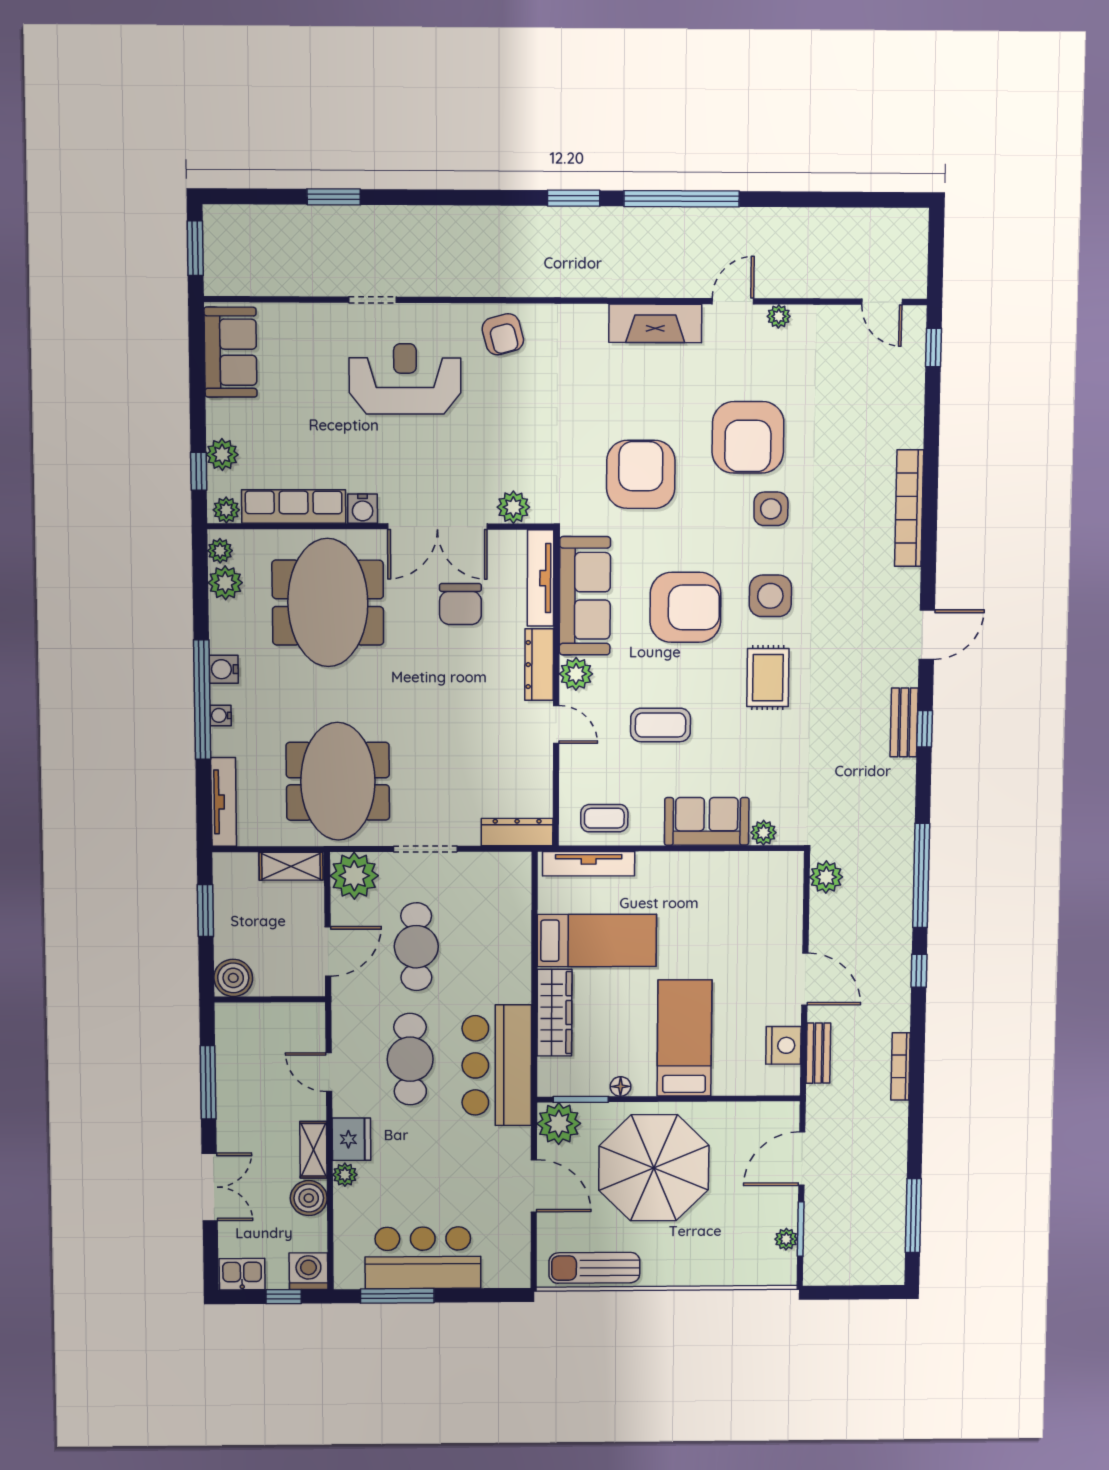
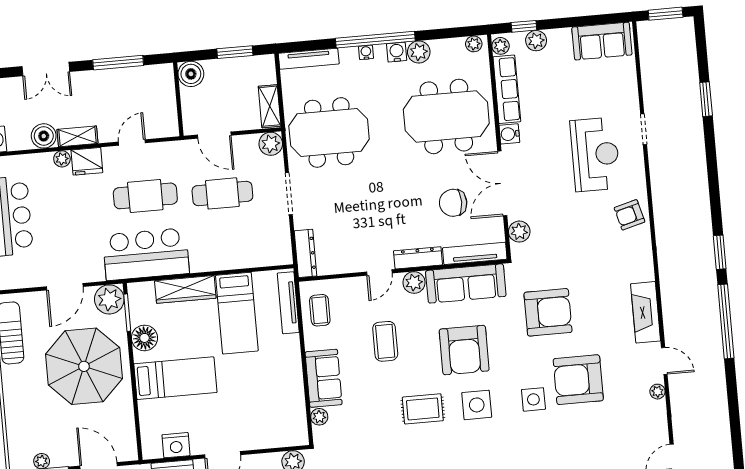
plant: (225, 583) -> (419, 52), moved
plant: (354, 876) -> (271, 144), width x0.73, depth x0.73
floor lamp: (621, 1086) -> (144, 338), width x1.89, depth x1.89

